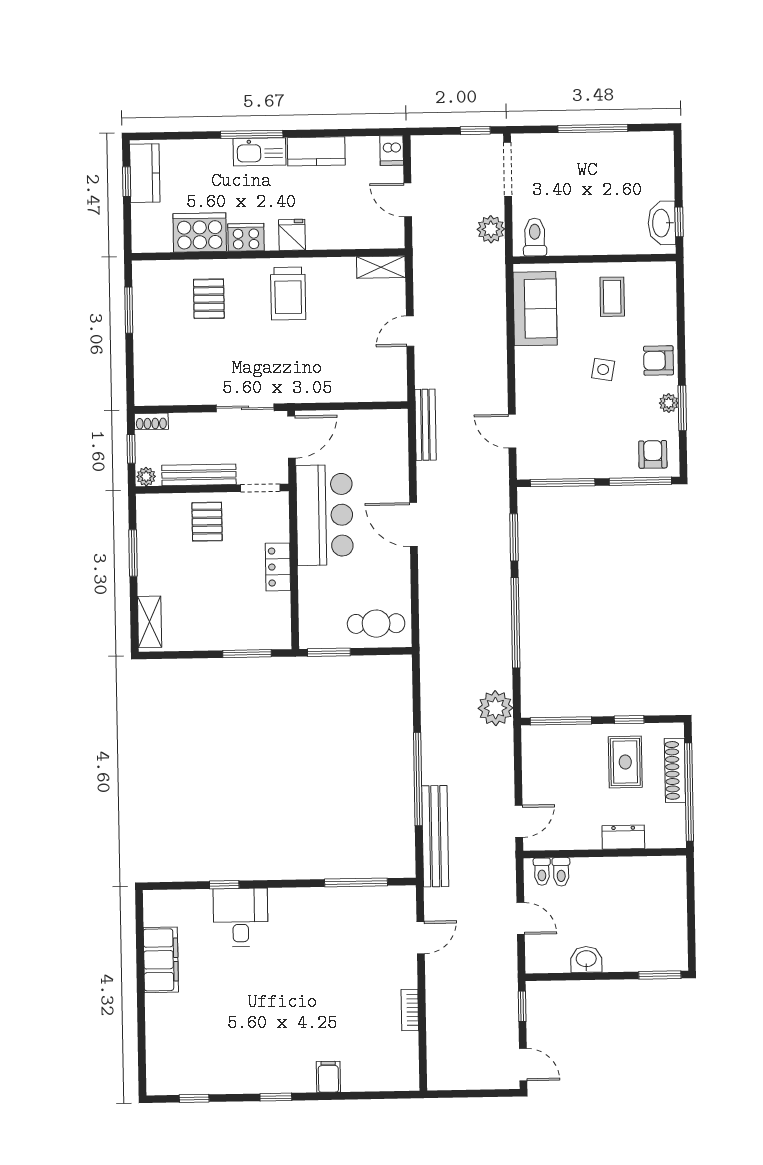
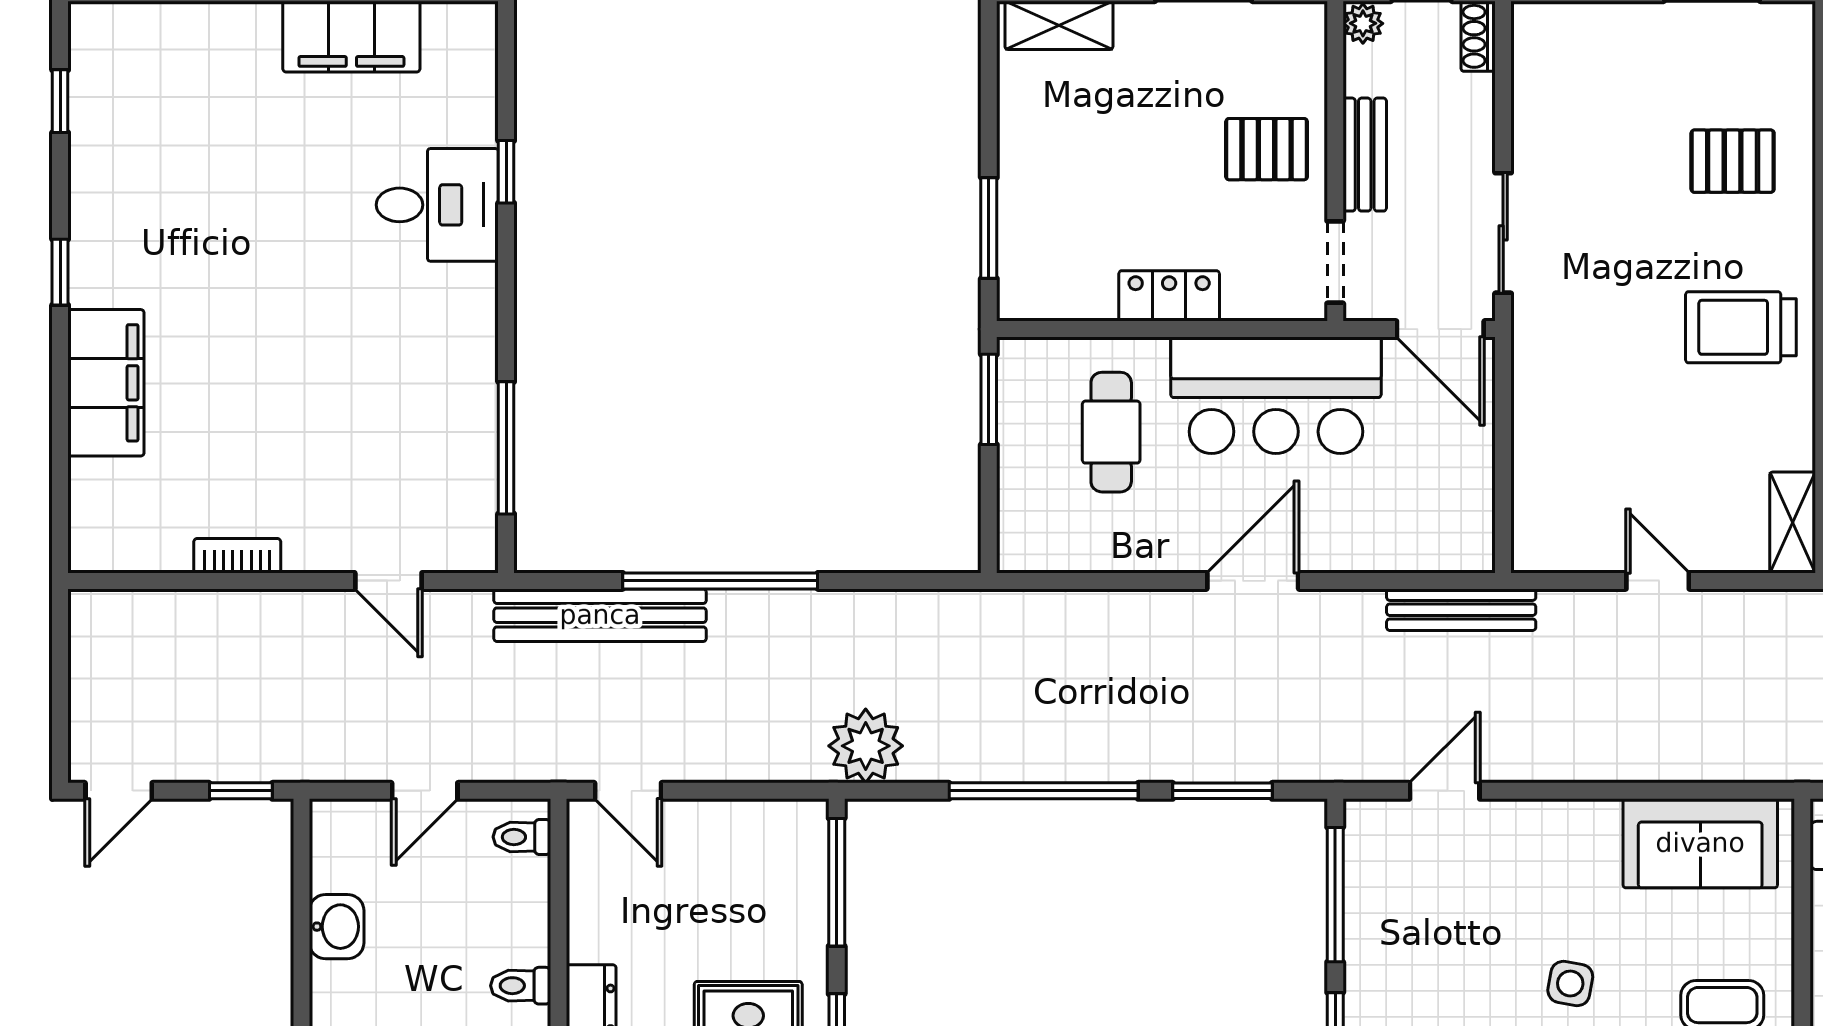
bench: (199, 475) -> (1365, 155), width x0.73
cafe table: (376, 624) -> (1111, 432), moved
toilet: (561, 872) -> (521, 986), moved
filing cabinet: (328, 1077) -> (106, 383), width x3.00, depth x1.17

